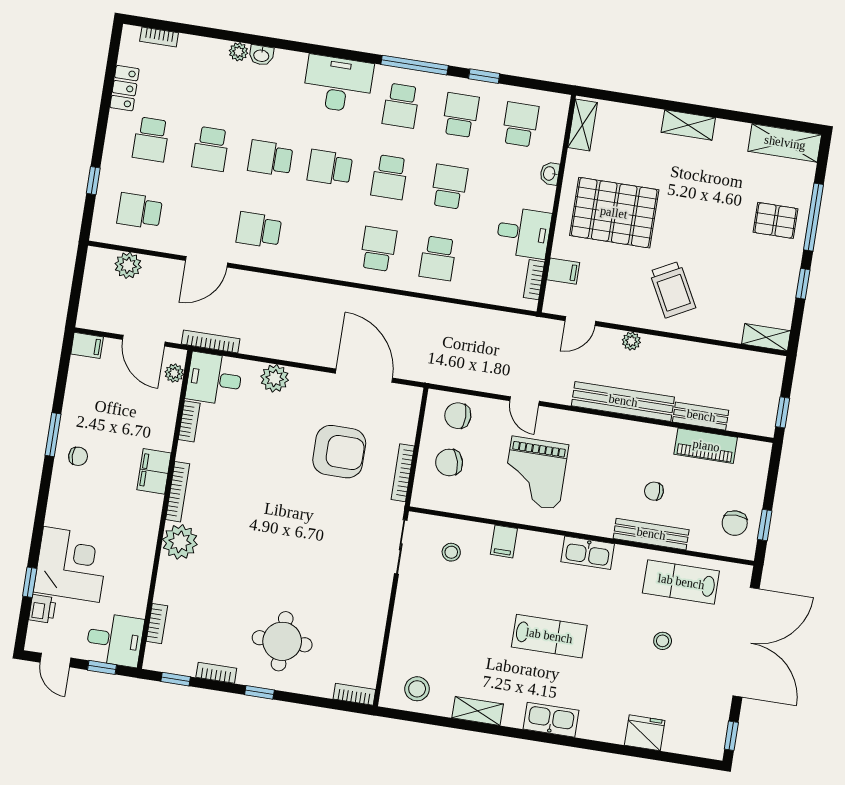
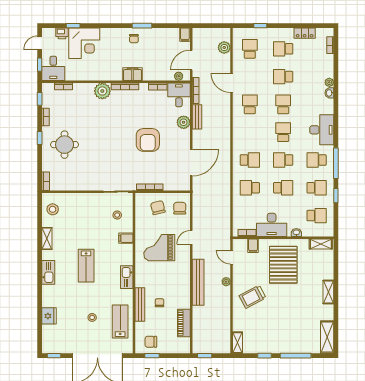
pallet: (775, 220) -> (291, 339), removed
desk: (524, 233) -> (272, 225), width x1.37
bench: (701, 416) -> (197, 117), moved
armchair: (339, 452) -> (148, 140), moved

